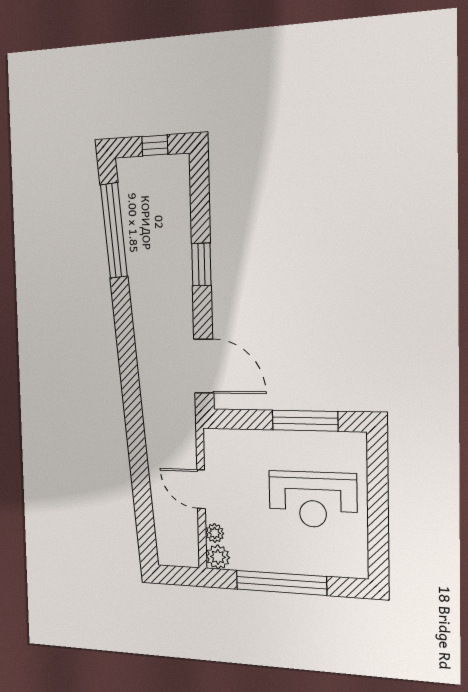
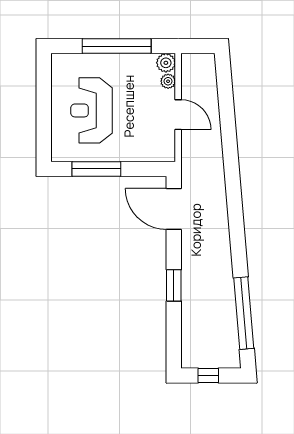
reception desk: (313, 499) -> (92, 110), turned -90

